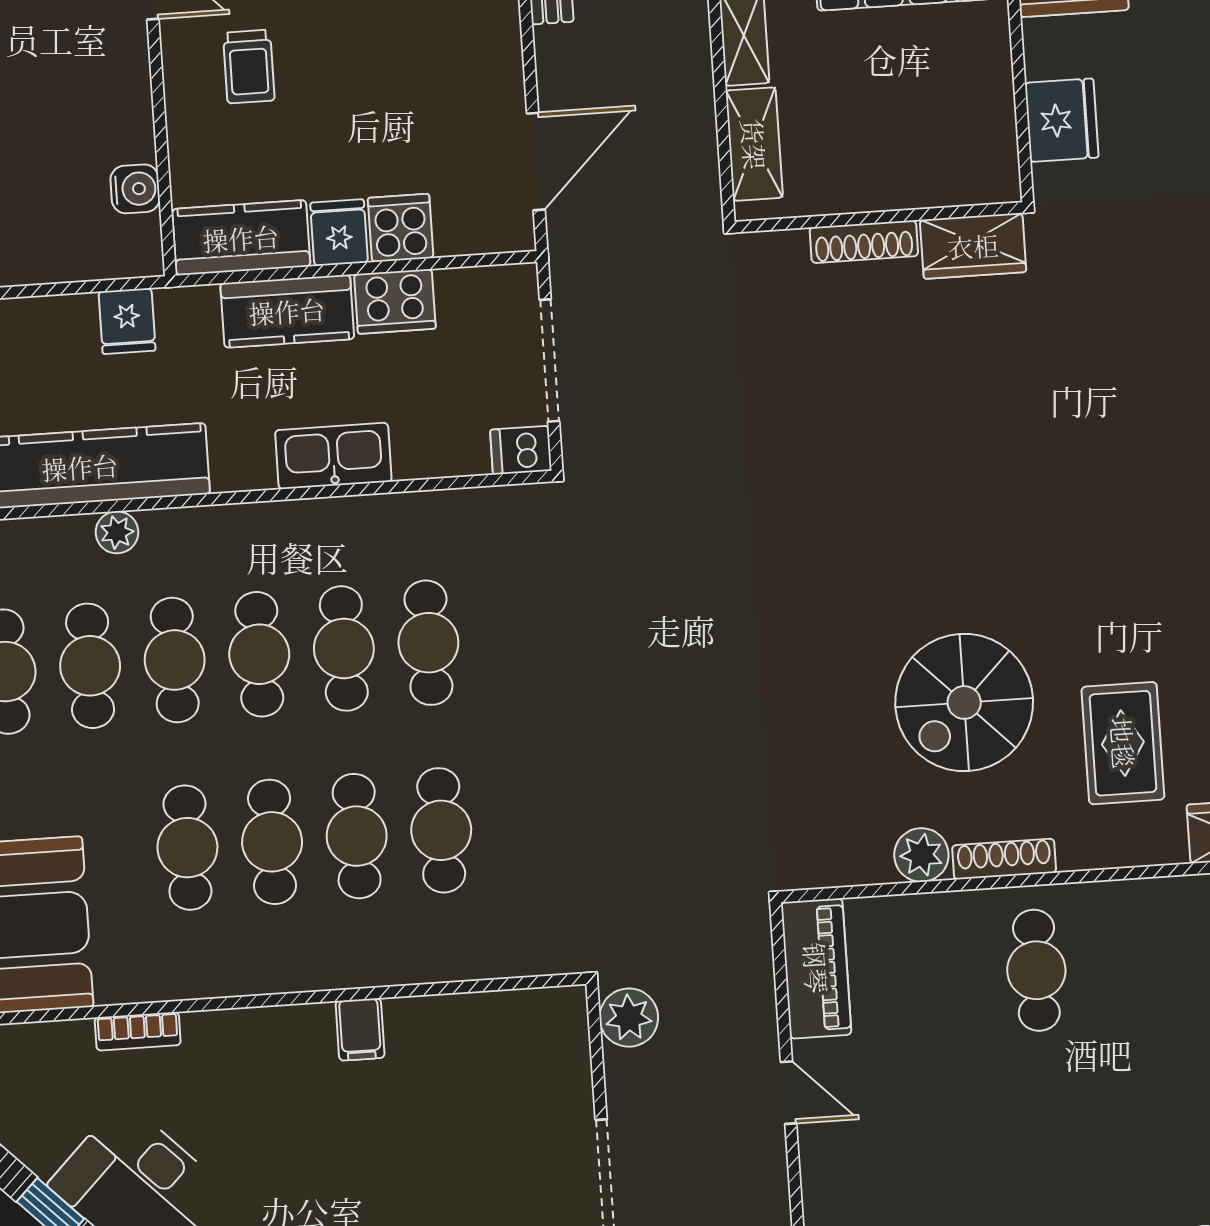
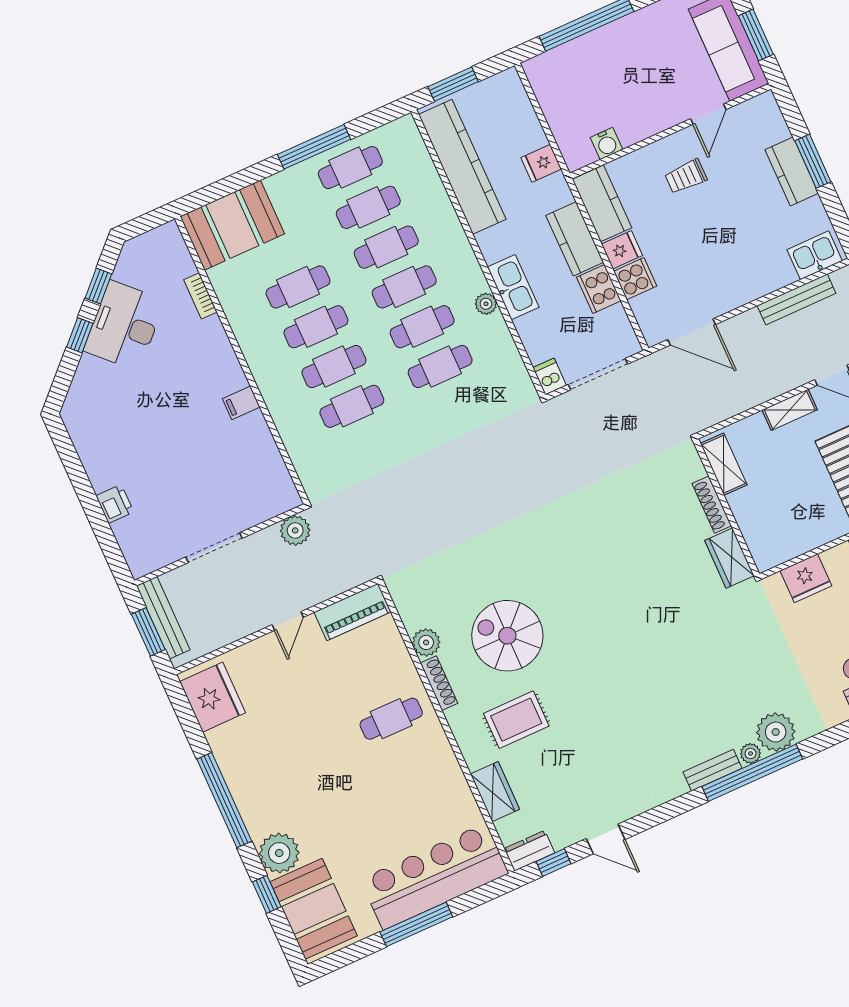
shelving: (754, 144) -> (724, 464), moved, turned 90
plant: (117, 532) -> (486, 304), moved

